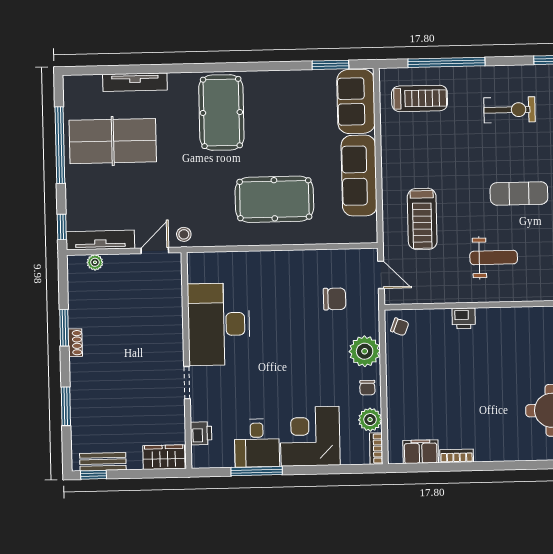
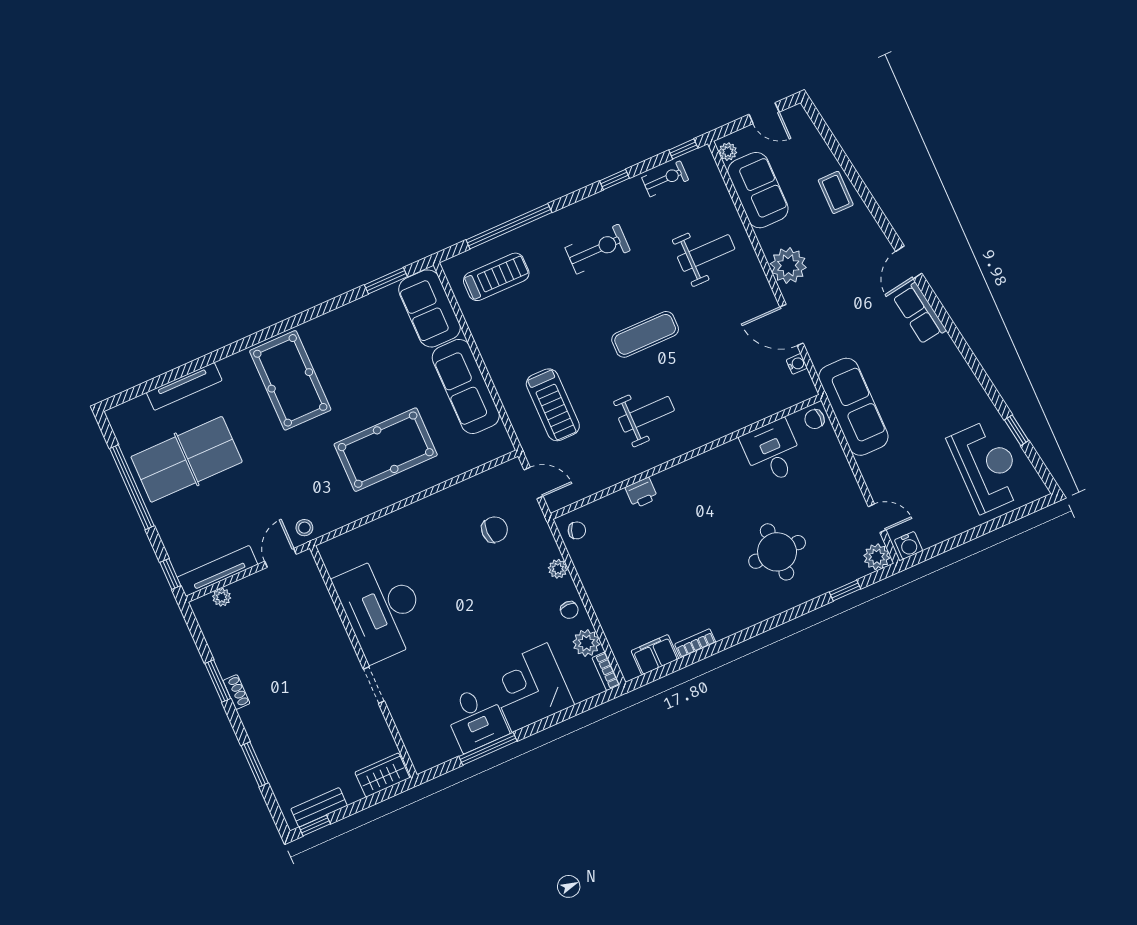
plant: (365, 351) -> (558, 569), width x0.53, depth x0.53
printer: (201, 433) -> (411, 733), removed

